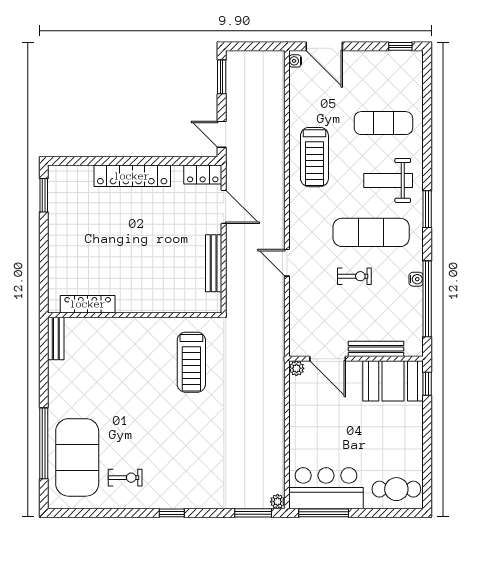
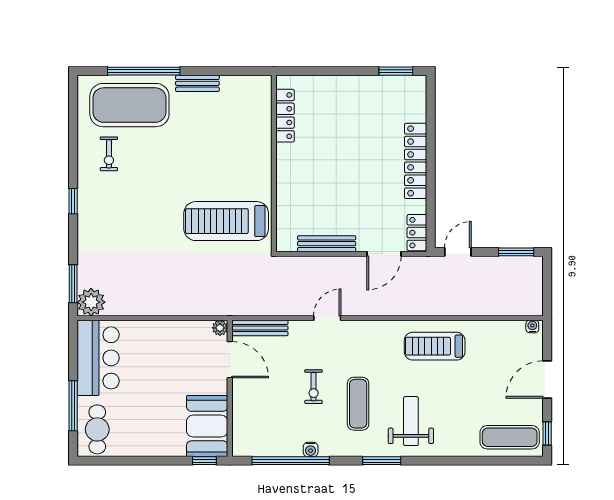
door: (324, 46) -> (547, 380), moved
exercise mat: (383, 123) -> (510, 437), moved, turned 90
exercise mat: (371, 232) -> (358, 404), width x0.73, depth x0.69
bench: (56, 339) -> (197, 83), moved
bench: (376, 349) -> (260, 328), moved, turned 90
door: (328, 359) -> (230, 360), swing flipped
treadmill: (191, 362) -> (226, 221), width x1.37, depth x1.38
plant: (278, 502) -> (91, 302), width x1.87, depth x1.87
window: (324, 513) -> (73, 406), moved

